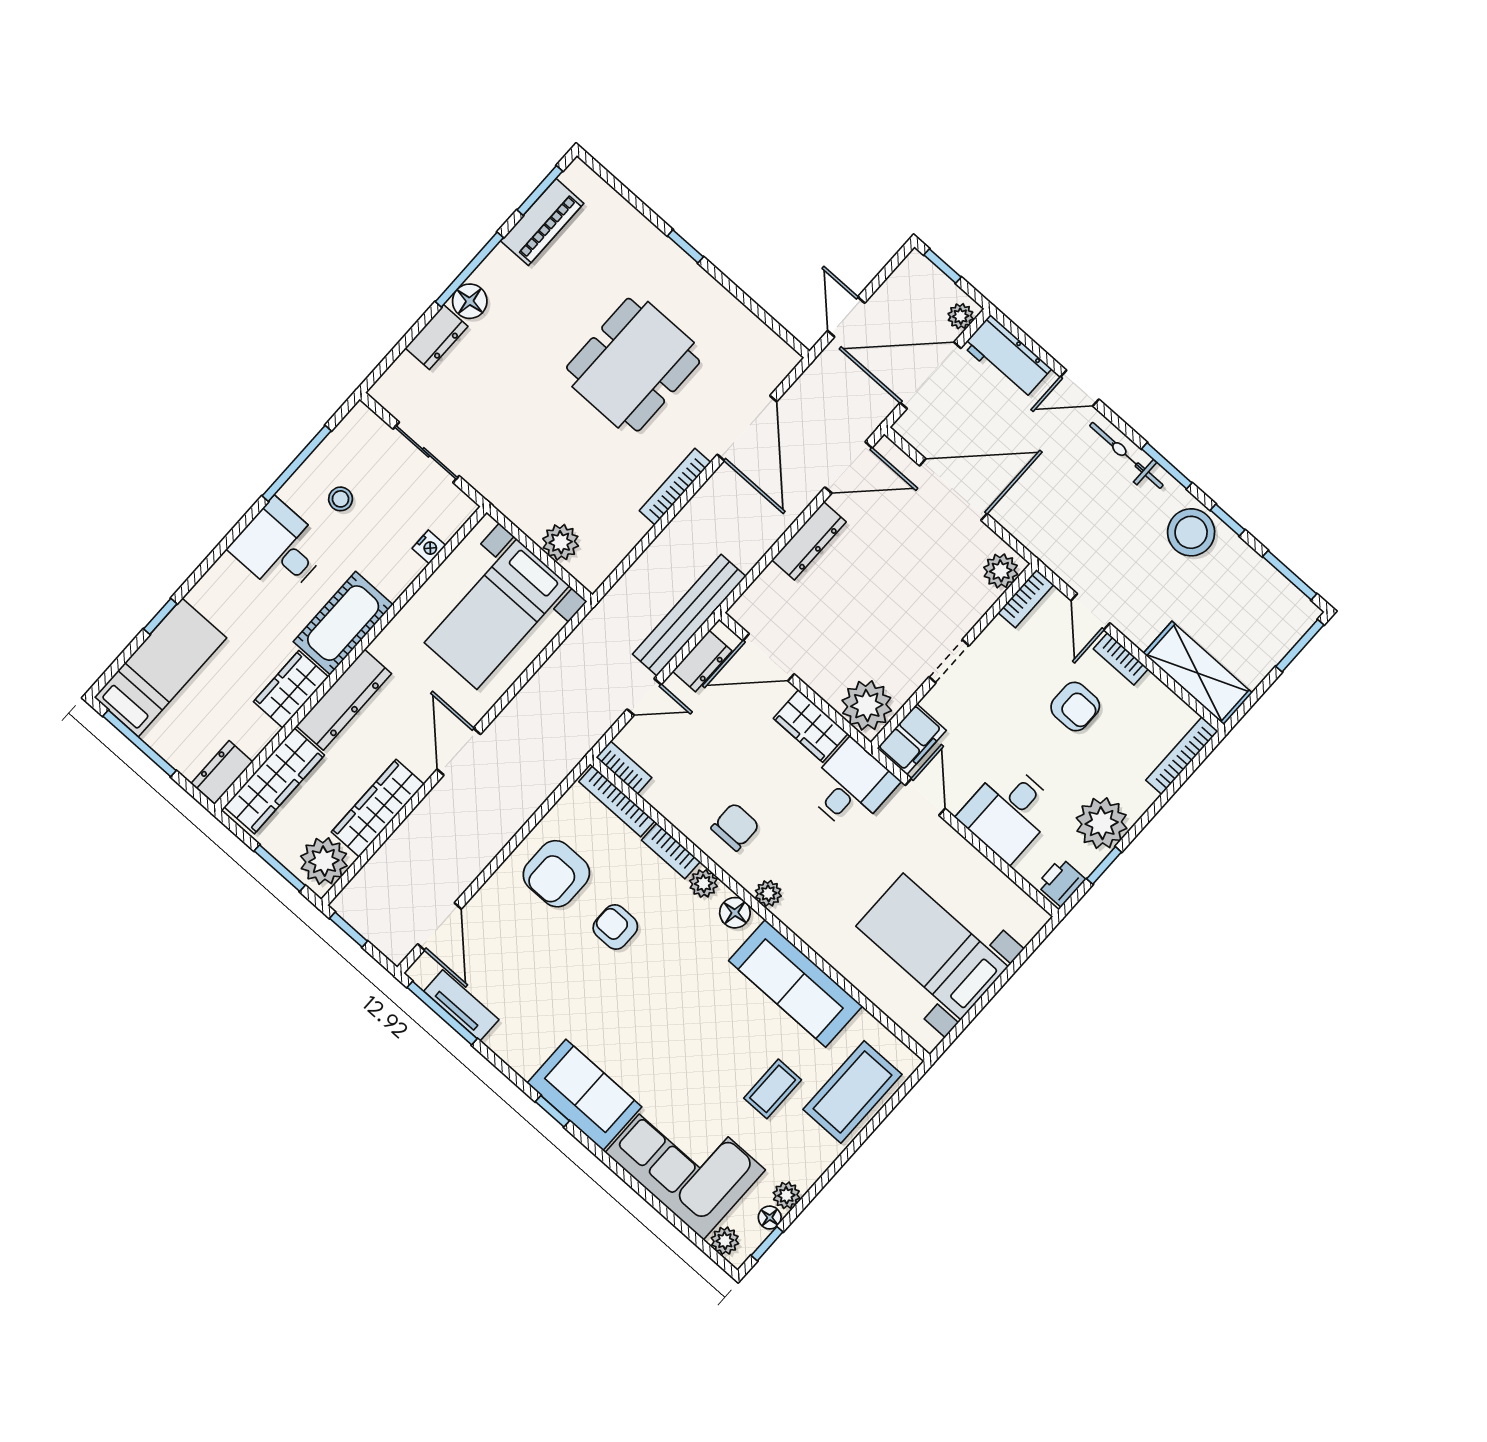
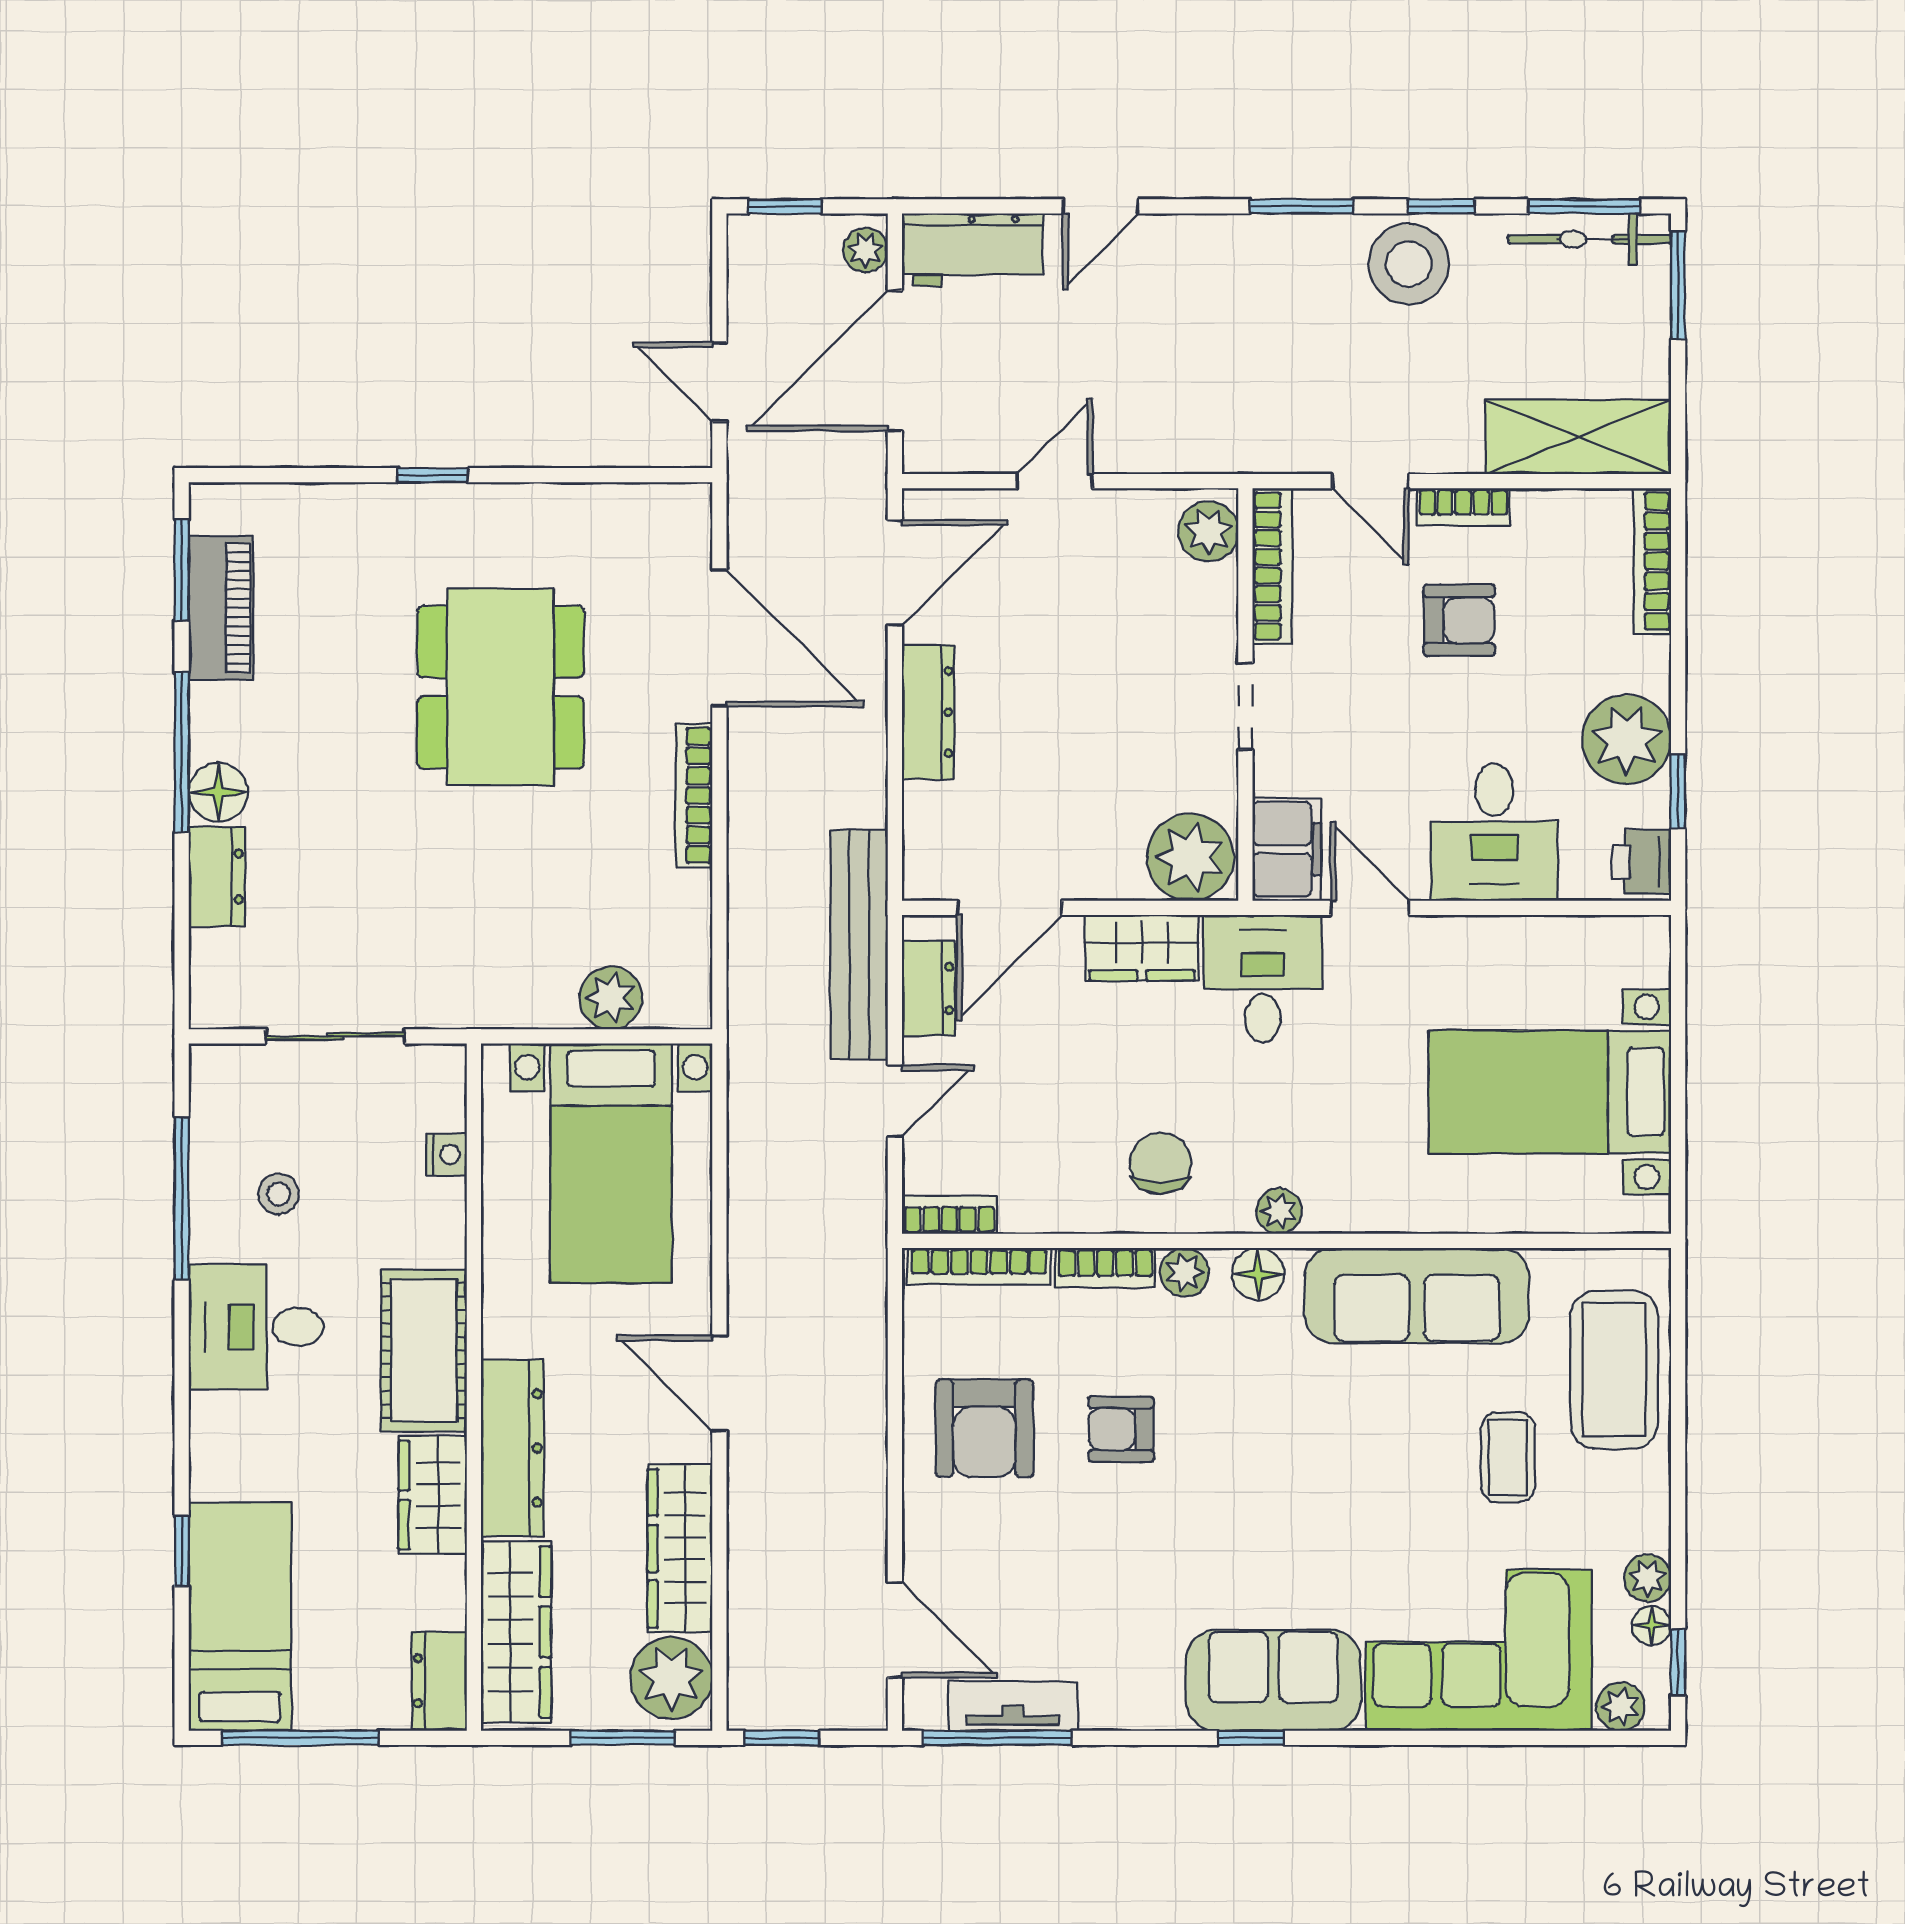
bicycle: (1126, 455) -> (1589, 239), moved
door: (953, 490) -> (1055, 481), width x0.53
bookcase: (1026, 599) -> (1272, 566), width x1.56

